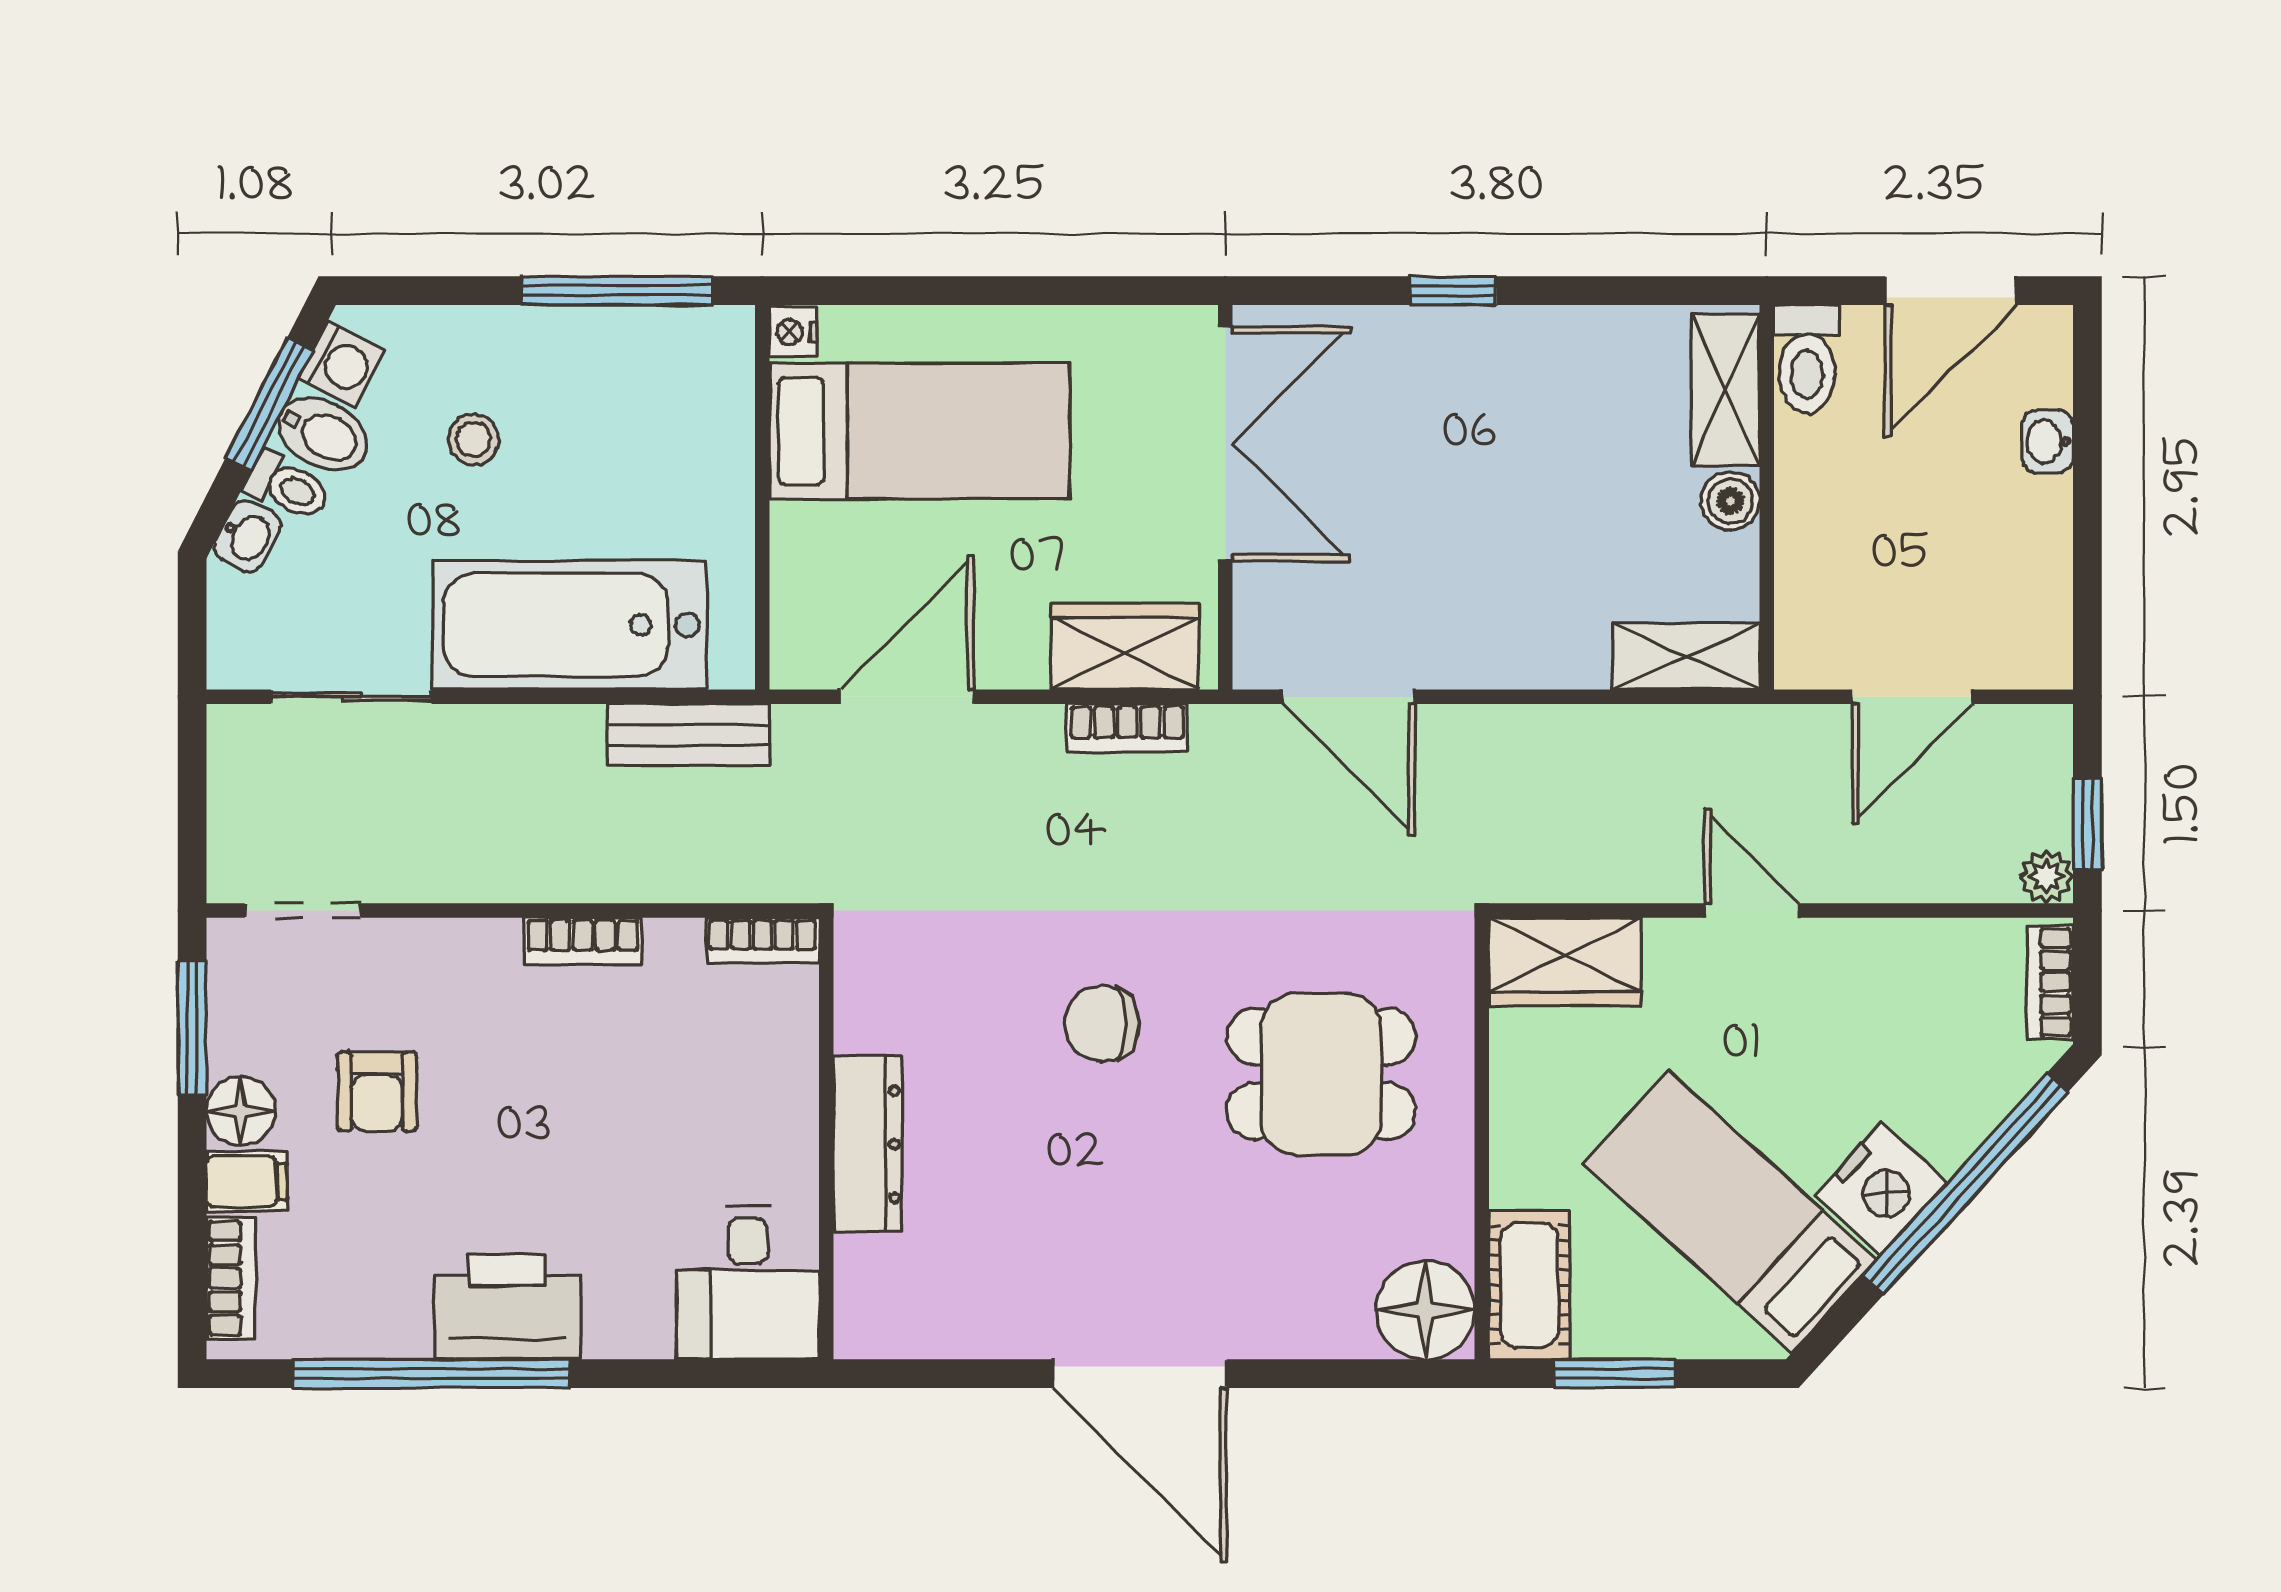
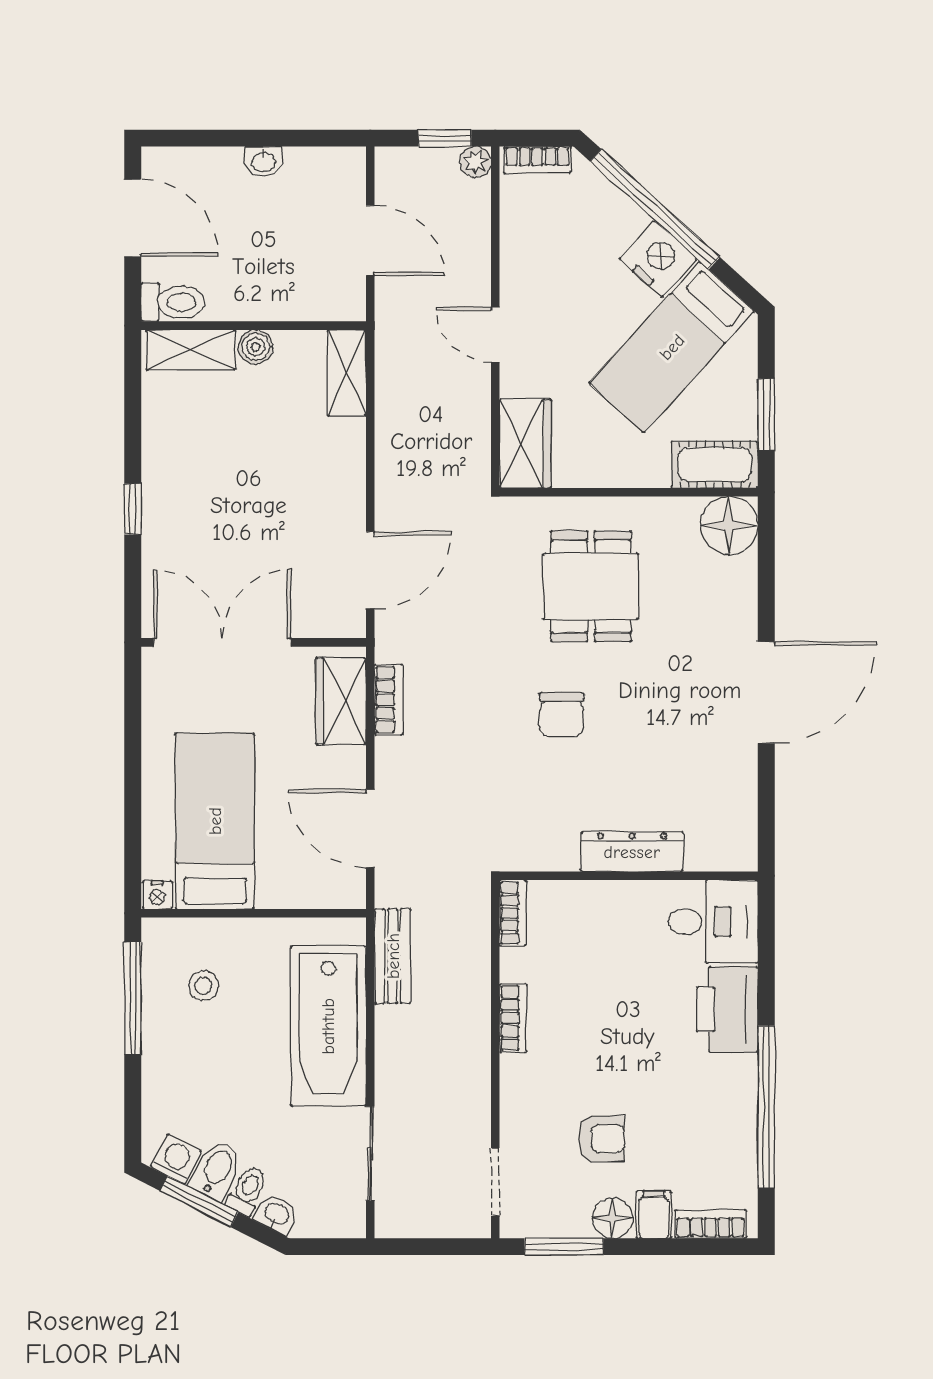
stool: (474, 440) -> (203, 986), moved
washbasin: (2048, 442) -> (263, 161), moved
door: (1752, 910) -> (495, 334), hinge flipped
printer: (507, 1307) -> (727, 1009), moved

